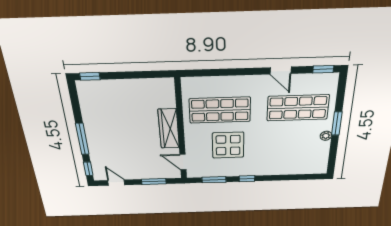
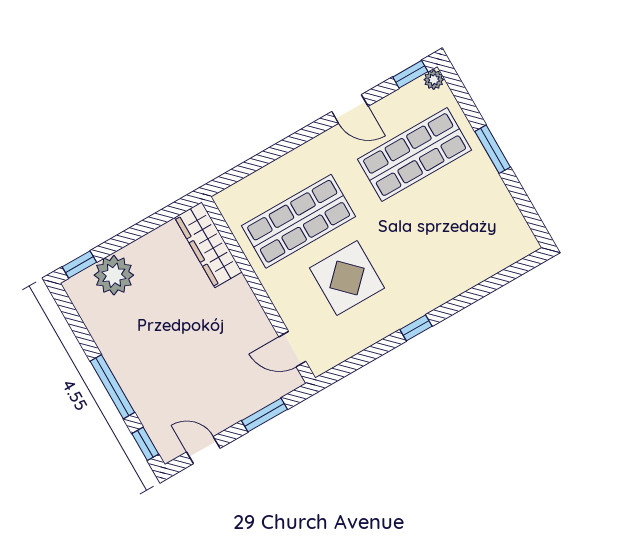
plant: (107, 90) -> (114, 275), added
wardrobe: (169, 129) -> (208, 245), moved
plant: (326, 136) -> (434, 80), moved
window: (214, 180) -> (362, 359), removed

